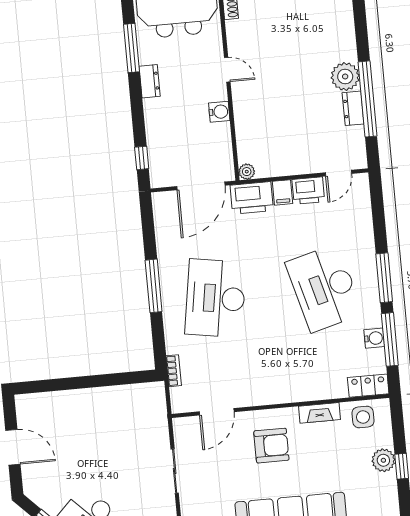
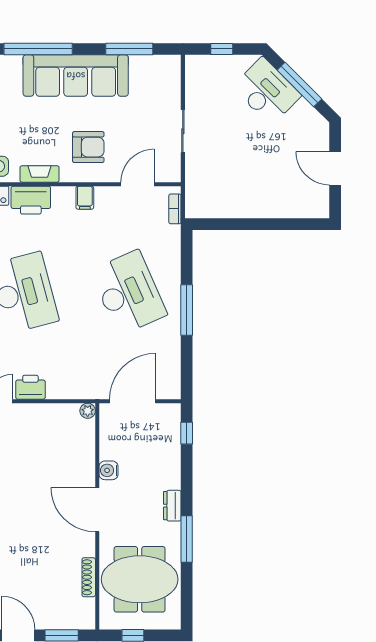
door: (227, 70) -> (97, 510), width x1.88
filing cabinet: (282, 192) -> (85, 198), moved, turned 180
printer: (252, 198) -> (31, 200), moved, turned 180
desk: (216, 298) -> (129, 293), turned -33
bookcase: (174, 371) -> (175, 209), moved
armchair: (271, 446) -> (88, 147), turned 180

